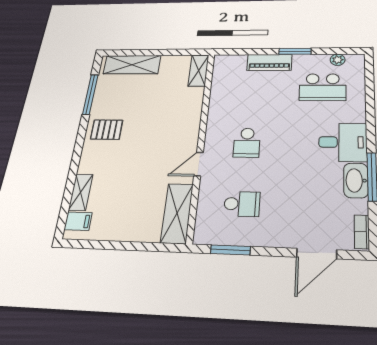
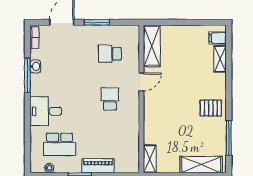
school desk: (323, 87) -> (60, 144), turned 180
desk: (343, 142) -> (46, 111), moved
washbasin: (356, 180) -> (35, 66), width x0.52, depth x0.69
window: (230, 250) -> (97, 22), moved

